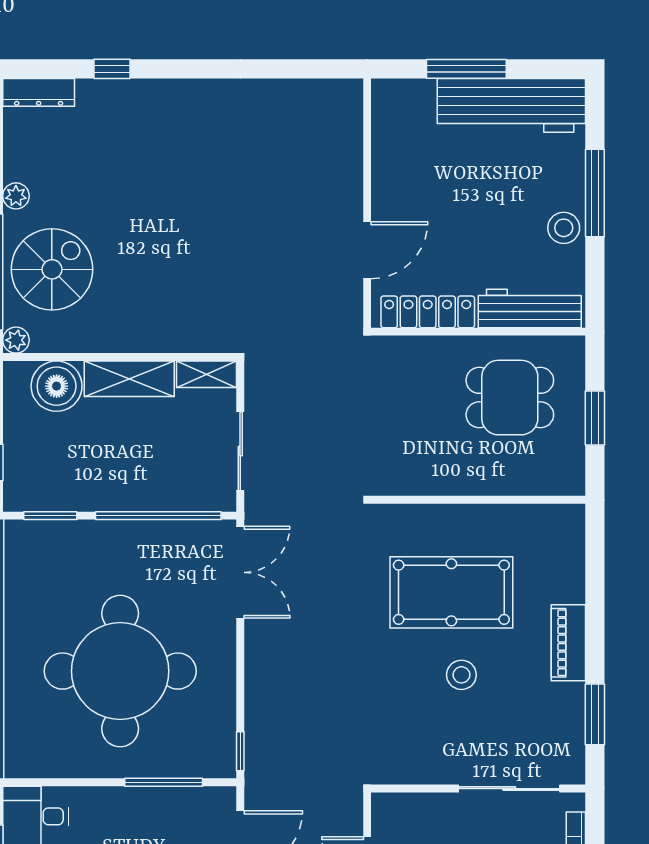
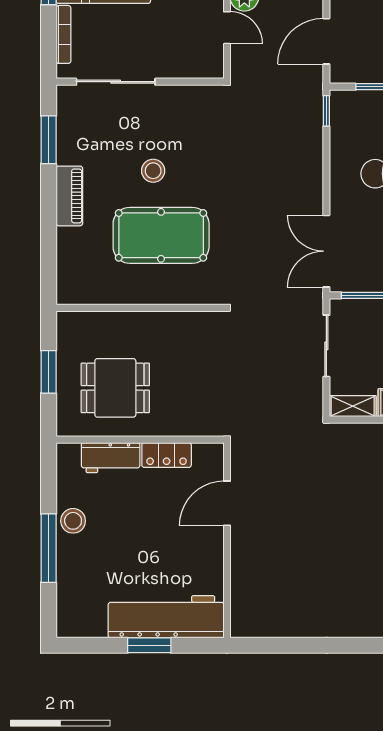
window: (466, 69) -> (149, 645), width x0.69
workbench: (511, 105) -> (166, 617), moved
workbench: (530, 308) -> (111, 458), width x0.73
locker: (428, 312) -> (167, 455), width x0.66

